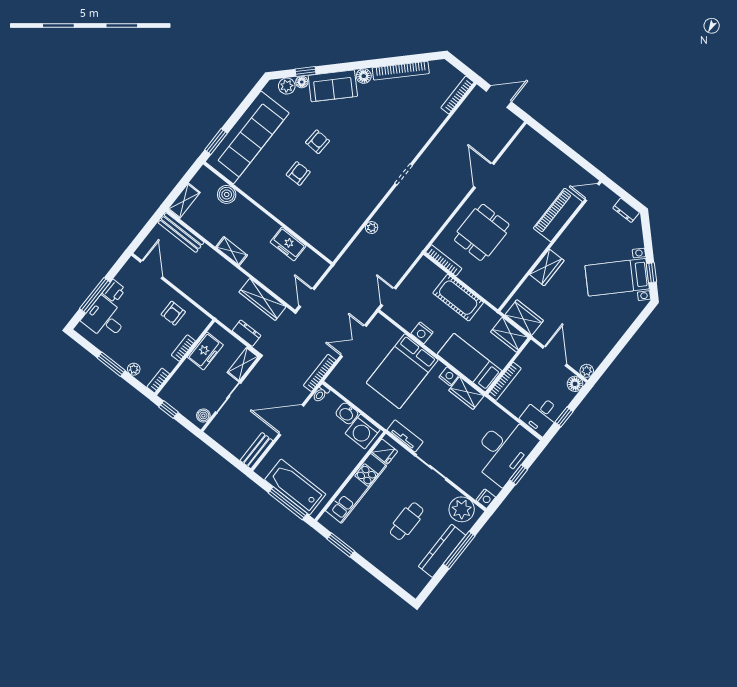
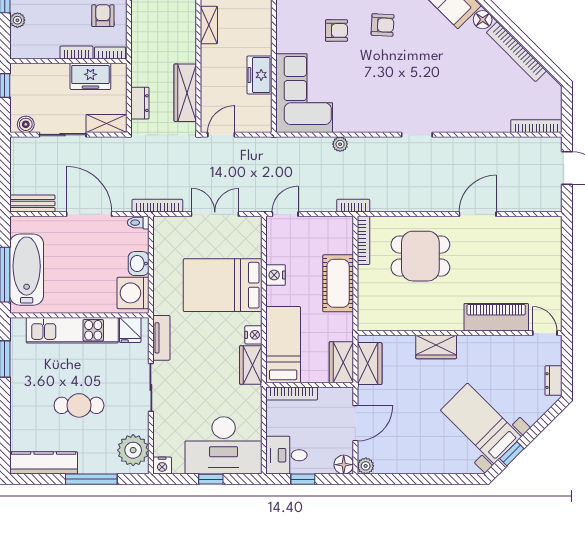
corner sofa: (322, 225) -> (304, 93), added
bookcase: (417, 250) -> (353, 206), added
armchair: (173, 313) -> (103, 16), turned 90
bookcase: (158, 380) -> (110, 53), moved
kitchen counter: (442, 551) -> (44, 463), moved

